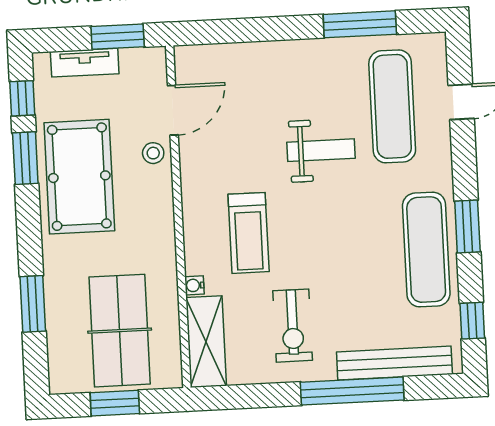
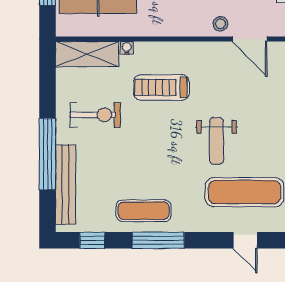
window: (467, 227) -> (158, 240), width x1.44
exercise mat: (426, 250) -> (144, 211), width x0.73, depth x0.69
exercise bike: (293, 326) -> (95, 115), turned 180

